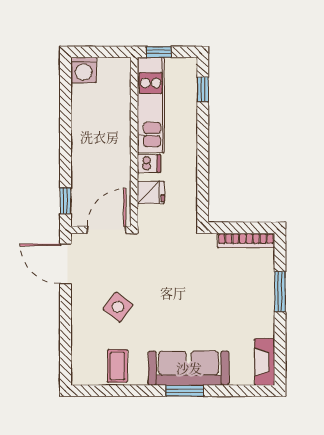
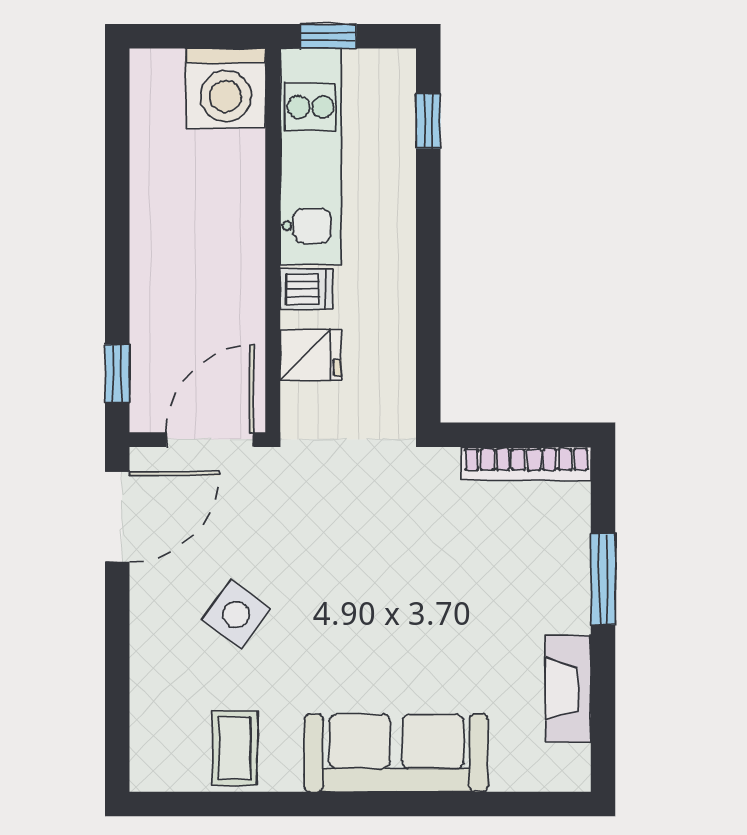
washing machine: (84, 70) -> (226, 88), moved, width x1.37, depth x1.37
door: (65, 264) -> (117, 517), swing flipped
fireplace: (265, 362) -> (568, 689), moved
window: (185, 391) -> (387, 804), removed

